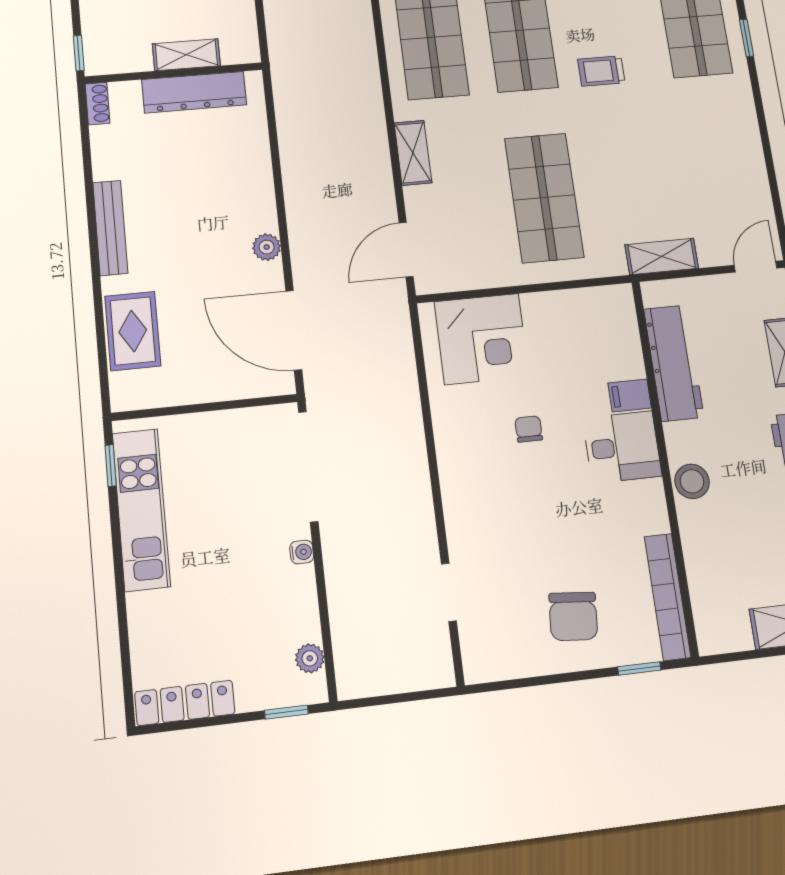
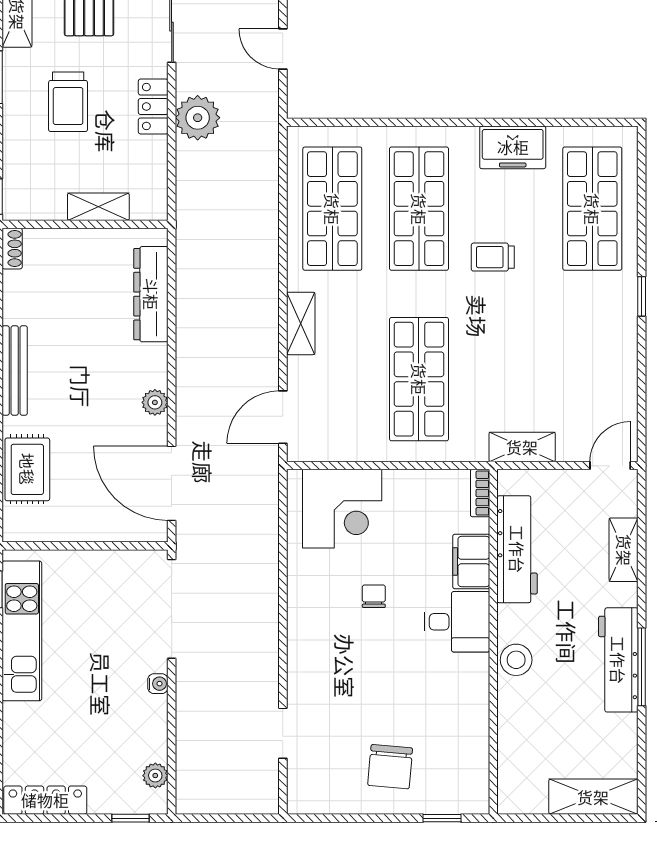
window: (747, 38) -> (642, 296), moved
dresser: (194, 92) -> (151, 294), moved, turned 90
filing cabinet: (630, 395) -> (471, 562), width x2.00
bookcase: (667, 597) -> (480, 493), moved, width x0.43, depth x0.76

